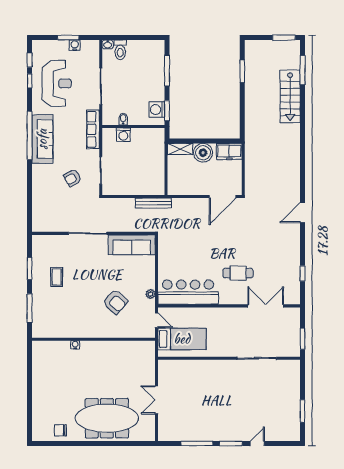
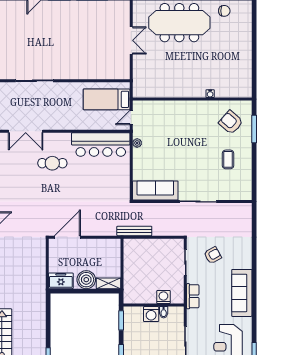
washing machine: (157, 110) -> (151, 314), moved, turned 90
row of seats: (93, 129) -> (193, 296), width x0.68
window: (30, 135) -> (254, 296), removed
window: (30, 268) -> (254, 168), removed
armchair: (115, 302) -> (231, 122), moved
door: (157, 320) -> (131, 118), hinge flipped

